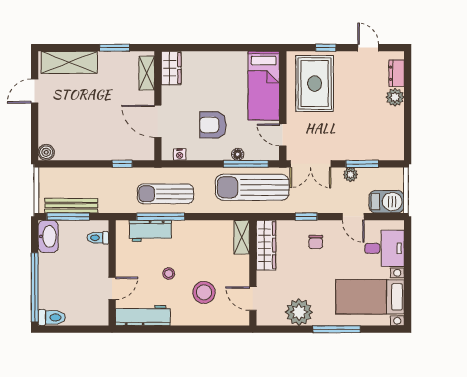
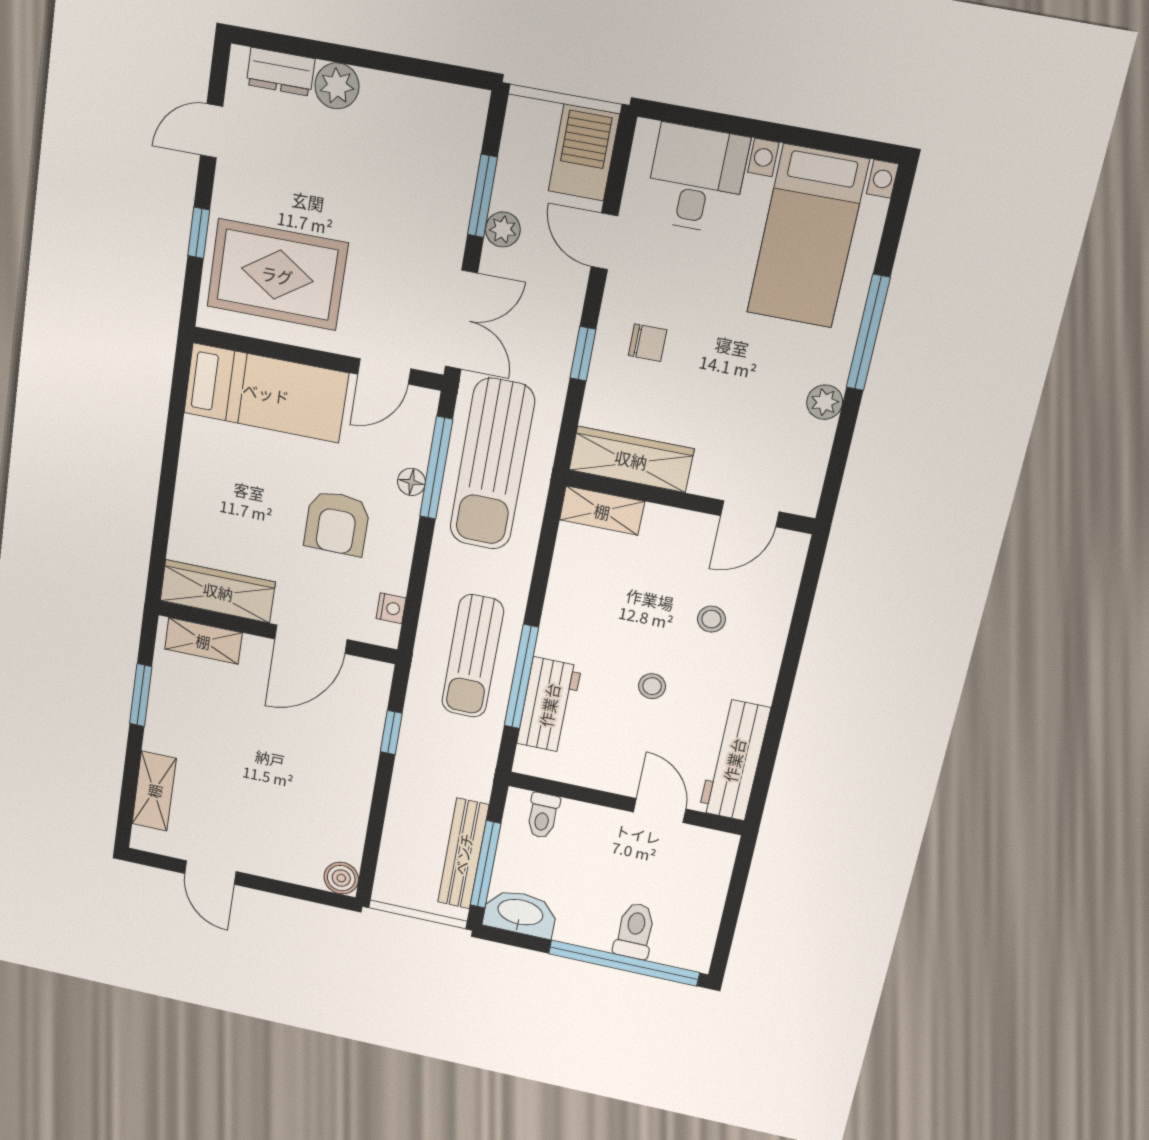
shelving: (69, 62) -> (154, 791), width x0.67, depth x0.75
wardrobe: (171, 68) -> (218, 591), width x1.50
door: (353, 217) -> (604, 241), swing flipped
stool: (204, 292) -> (711, 619), width x0.53, depth x0.53
plant: (299, 312) -> (825, 402), width x0.53, depth x0.53
toilet: (52, 317) -> (635, 931), moved

